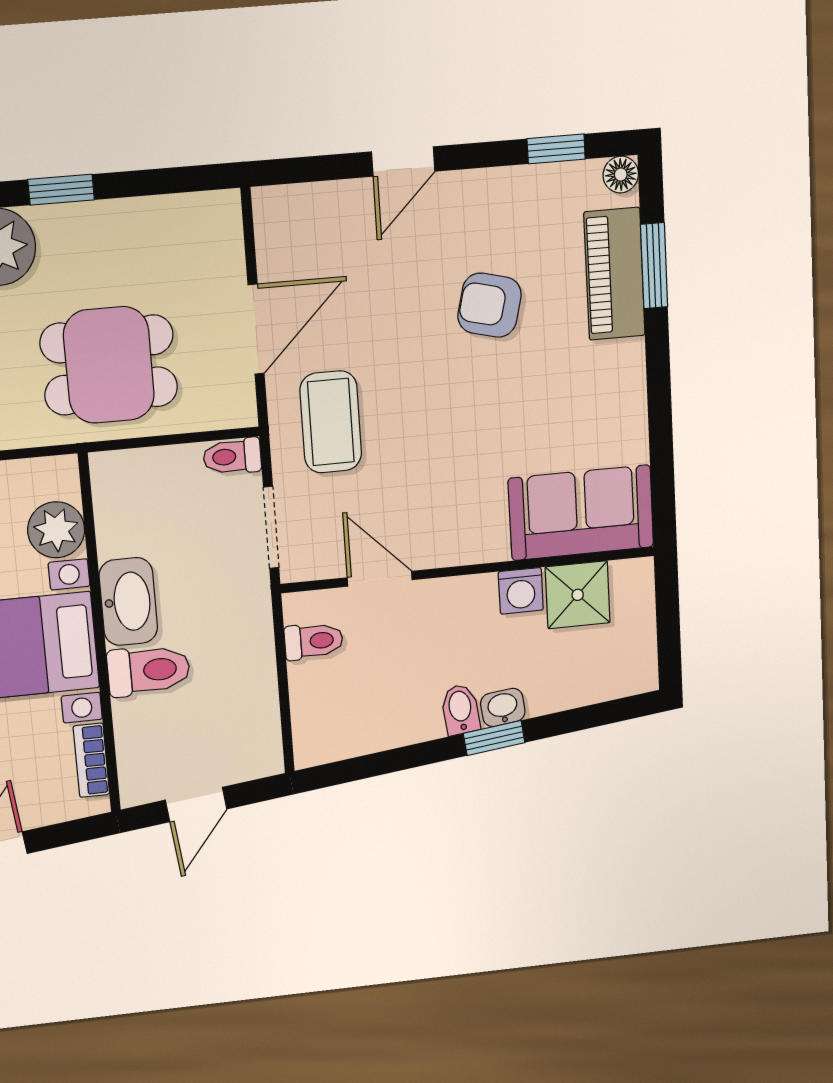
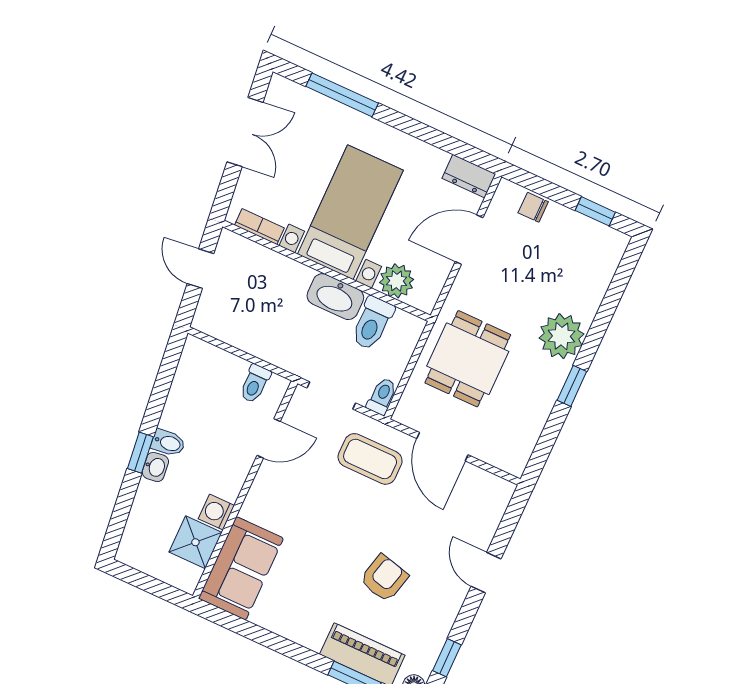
toilet: (149, 670) -> (372, 323), moved

